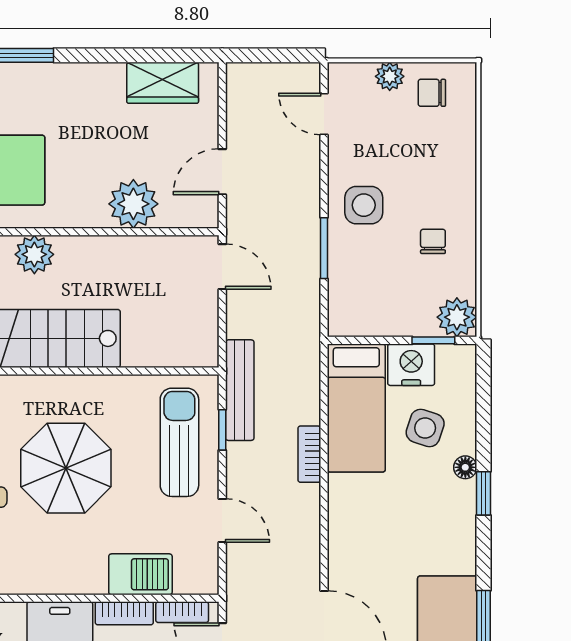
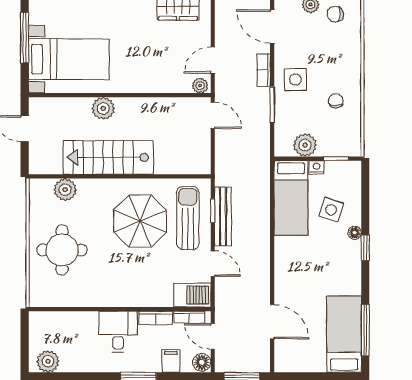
door: (324, 114) -> (272, 26), width x1.38
plant: (133, 204) -> (200, 86), moved, width x0.53, depth x0.53
plant: (457, 317) -> (305, 145), moved
nightstand: (411, 365) -> (317, 167), width x0.53, depth x0.56
bench: (240, 390) -> (223, 216), moved
bookcase: (309, 454) -> (264, 70), moved
parasol: (66, 468) -> (140, 221), moved
barbecue: (140, 574) -> (192, 295), moved

